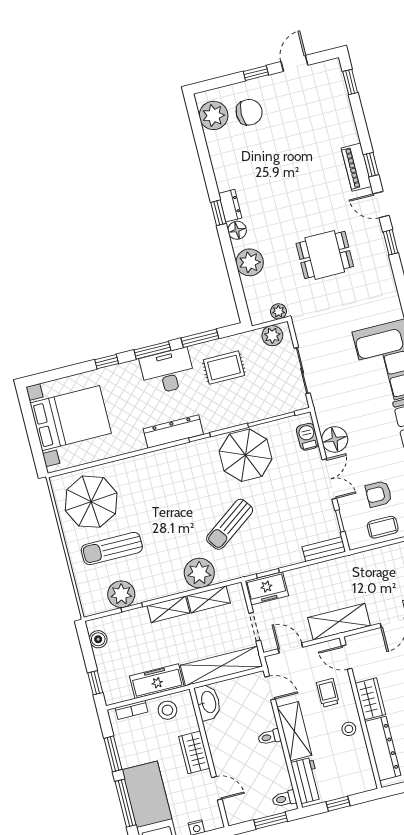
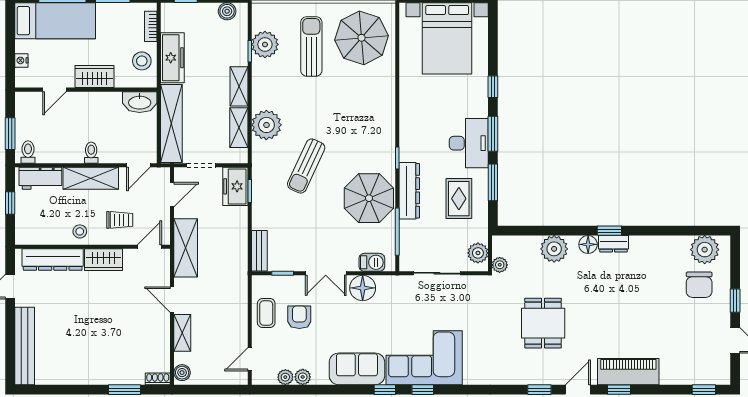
piano: (356, 167) -> (628, 372), width x1.37, depth x1.33
dresser: (173, 432) -> (409, 191), moved
sun lounger: (230, 524) -> (306, 166), turned -119

